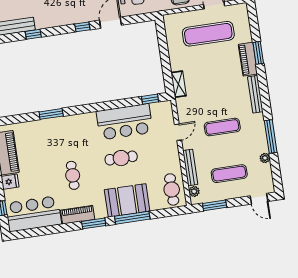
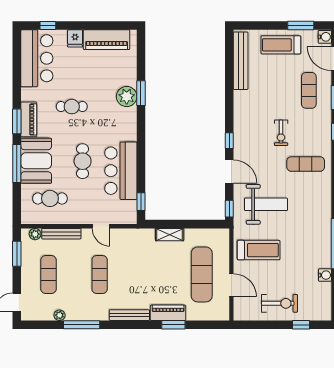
window: (33, 34) -> (229, 209), moved
shelving: (179, 84) -> (170, 235), moved
plant: (56, 127) -> (127, 97), added
cafe table: (172, 189) -> (50, 198), moved
piano: (78, 215) -> (29, 119), moved

